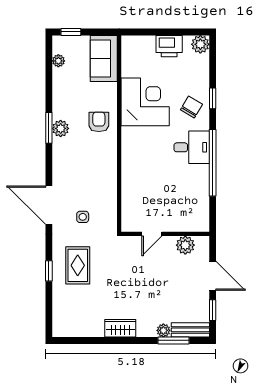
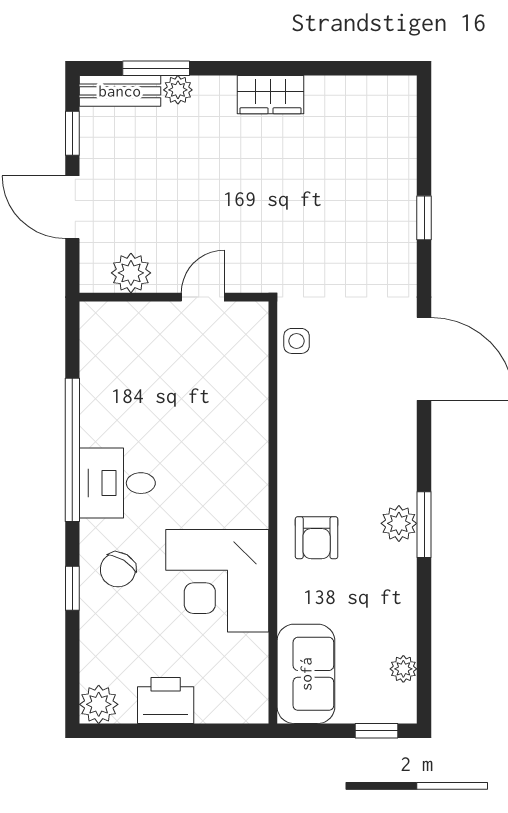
side table: (83, 217) -> (297, 341), moved
rug: (78, 265) -> (362, 230), removed

